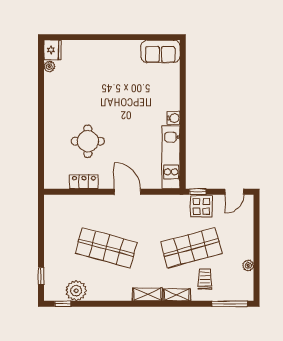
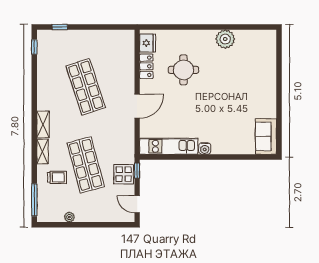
fridge: (52, 50) -> (148, 43), moved, turned -90
plant: (49, 67) -> (225, 39), moved, width x1.87, depth x1.87
shop shelf: (106, 248) -> (86, 87), turned -33
plant: (76, 291) -> (46, 59), removed

